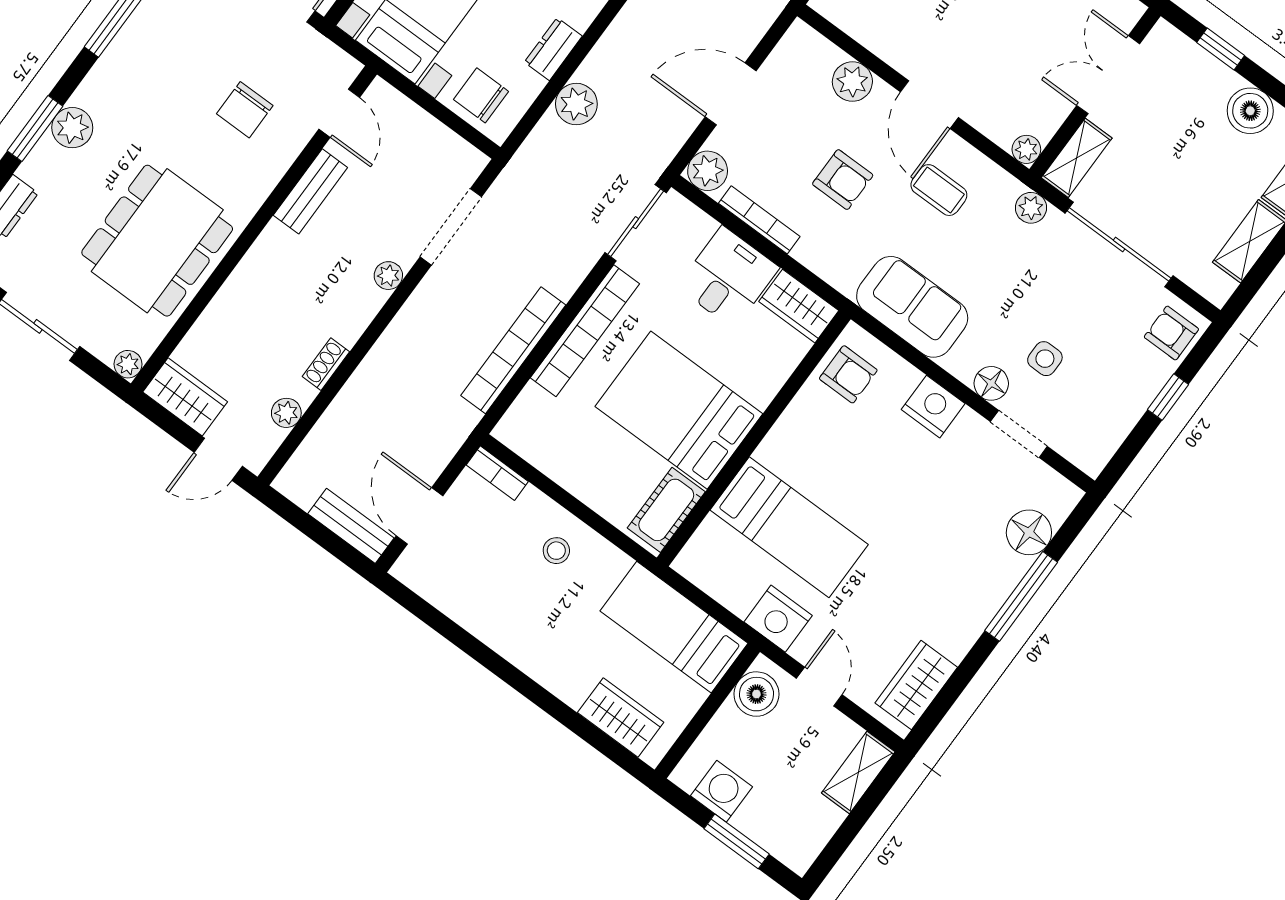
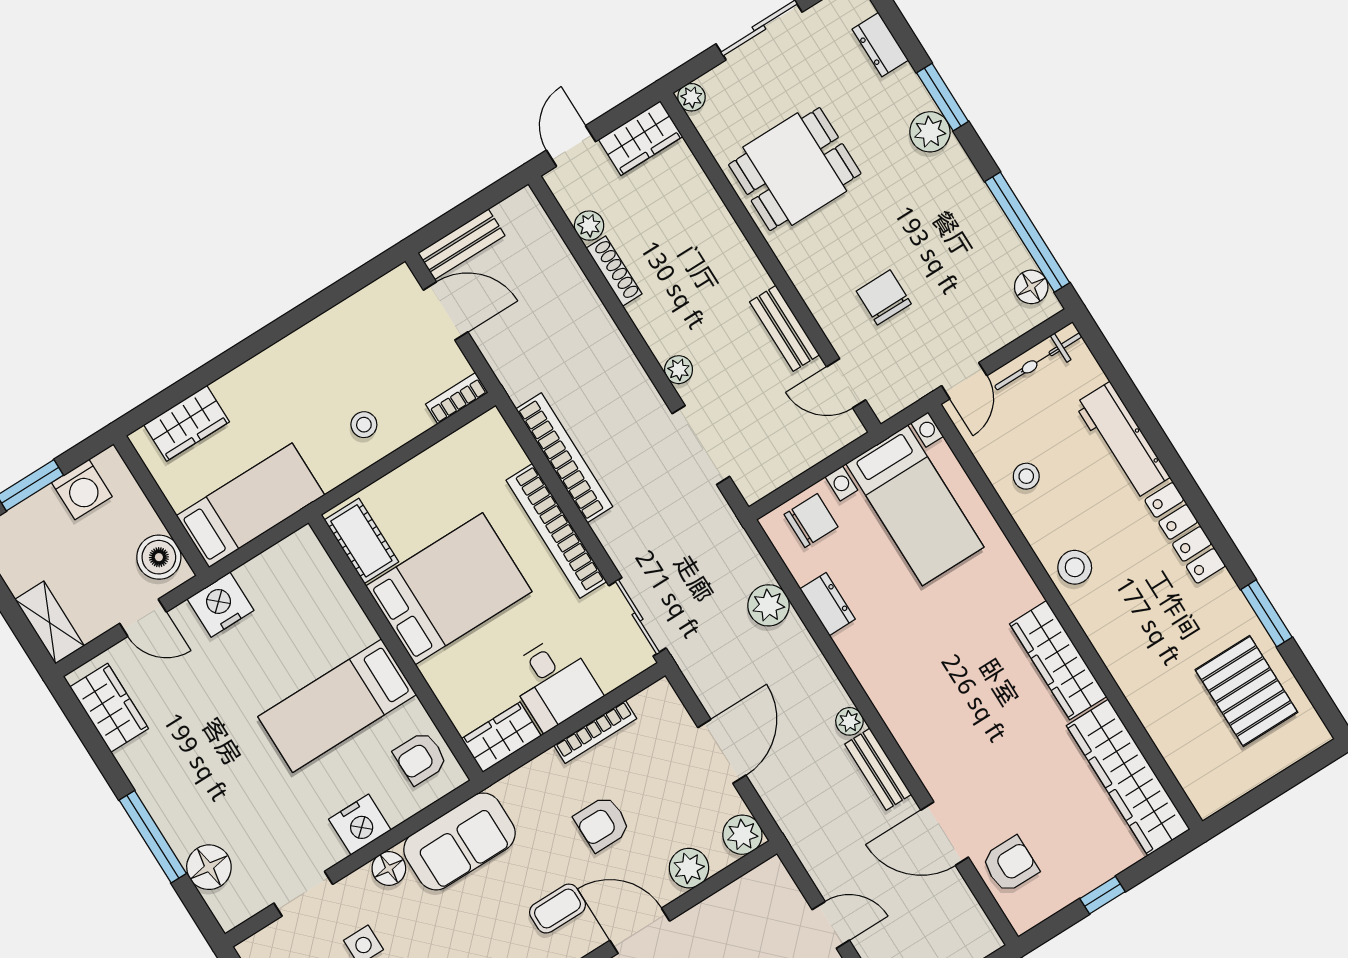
plant: (708, 171) -> (742, 835), moved
dining table: (157, 241) -> (795, 169), width x0.73
shoe rack: (326, 364) -> (614, 271), width x1.43
floor lamp: (991, 383) -> (389, 868), moved
bed: (789, 527) -> (337, 706), moved

